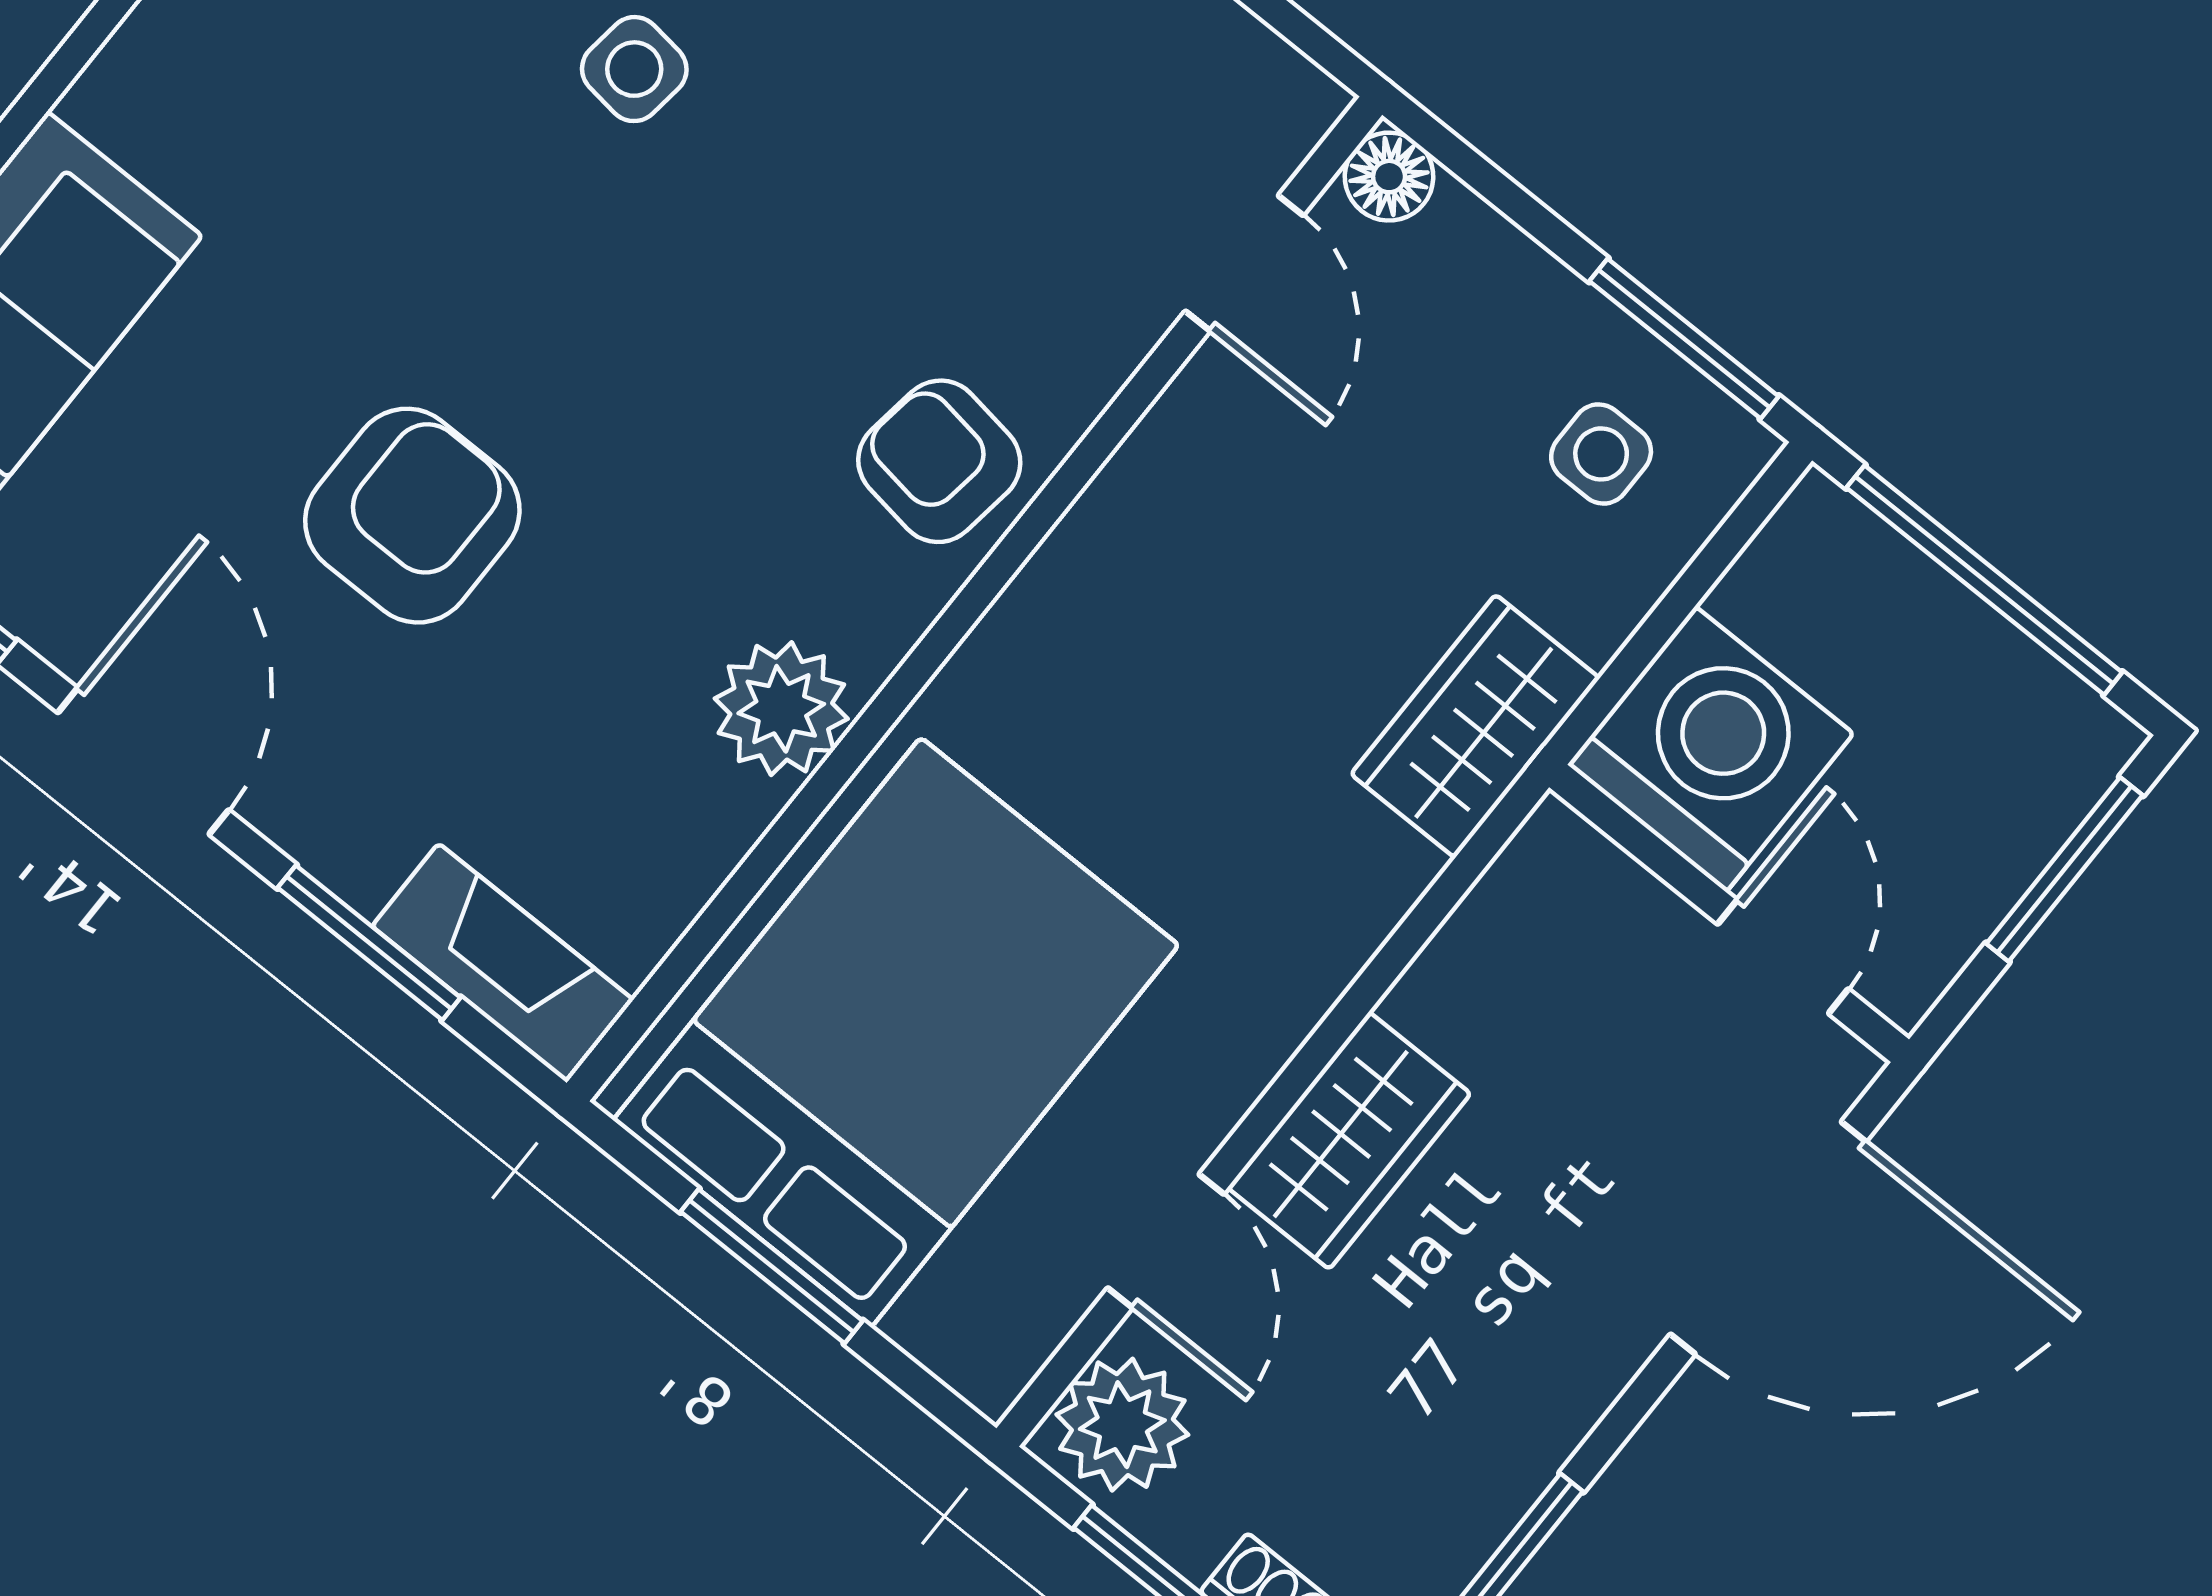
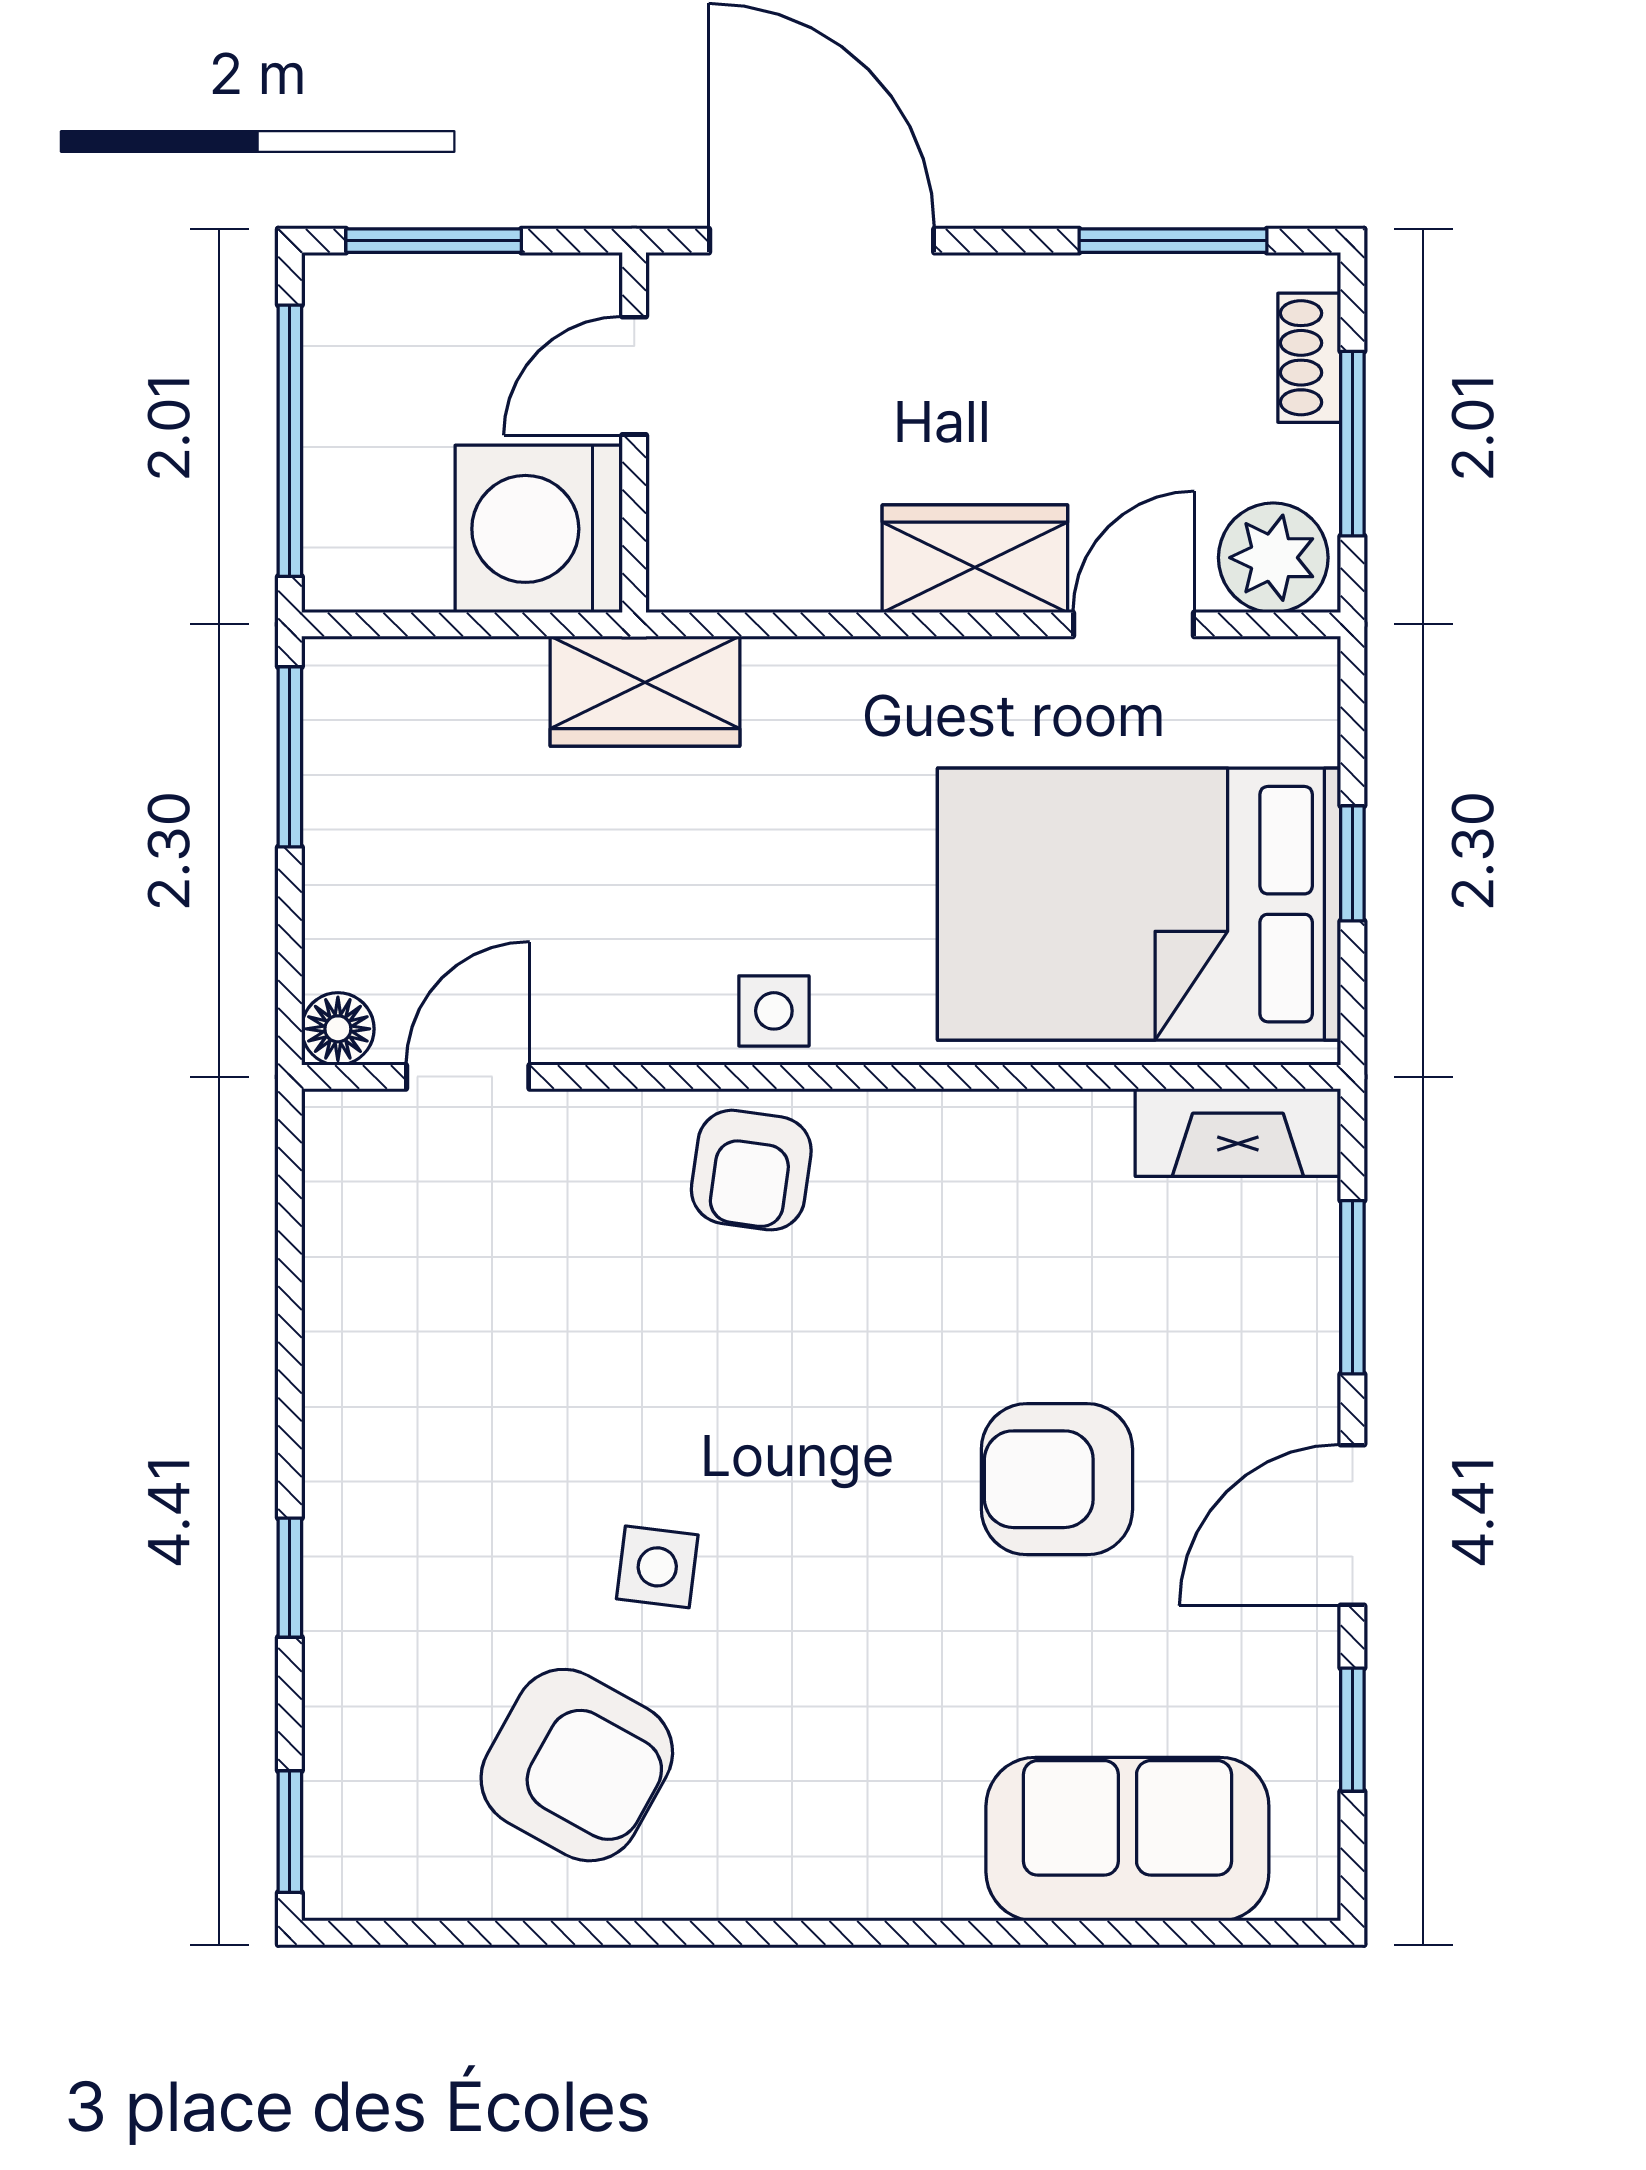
side table: (1601, 454) -> (774, 1011), moved
plant: (781, 709) -> (991, 1144), removed
fireplace: (503, 963) -> (1238, 1133), moved, turned -90
window: (772, 1266) -> (1352, 863), width x0.67

